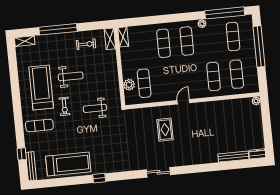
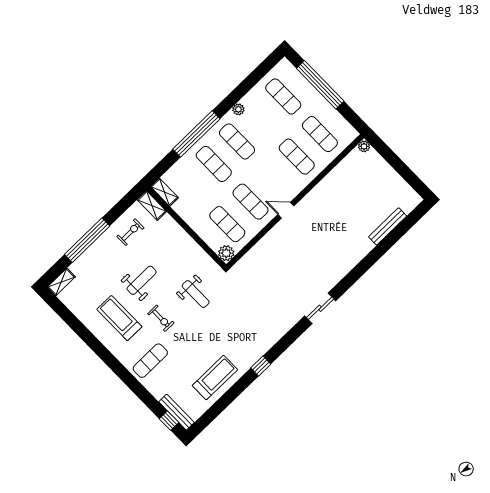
window: (225, 13) -> (196, 134), moved
exercise mat: (167, 81) -> (250, 202), added
plant: (129, 85) -> (226, 253), moved
treadmill: (41, 88) -> (119, 318), width x0.73, depth x0.73
door: (183, 102) -> (286, 210), hinge flipped
weight bench: (95, 108) -> (196, 294), turned -90
rug: (165, 130) -> (290, 256), removed
window: (22, 154) -> (169, 421), moved
dresser: (257, 154) -> (411, 203), removed
treadmill: (68, 164) -> (215, 378), width x0.73, depth x0.73

